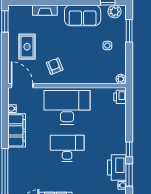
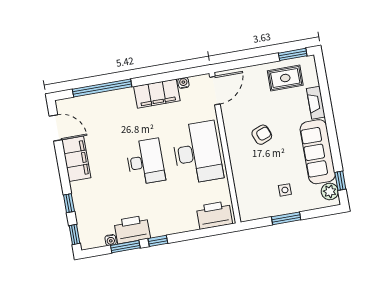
sofa: (83, 15) -> (318, 152), width x1.36
window: (129, 31) -> (286, 218), moved
rug: (27, 47) -> (285, 78), moved
armchair: (55, 66) -> (262, 135), moved
plant: (121, 79) -> (246, 215), removed
printer: (120, 97) -> (214, 215), width x1.87, depth x1.48

